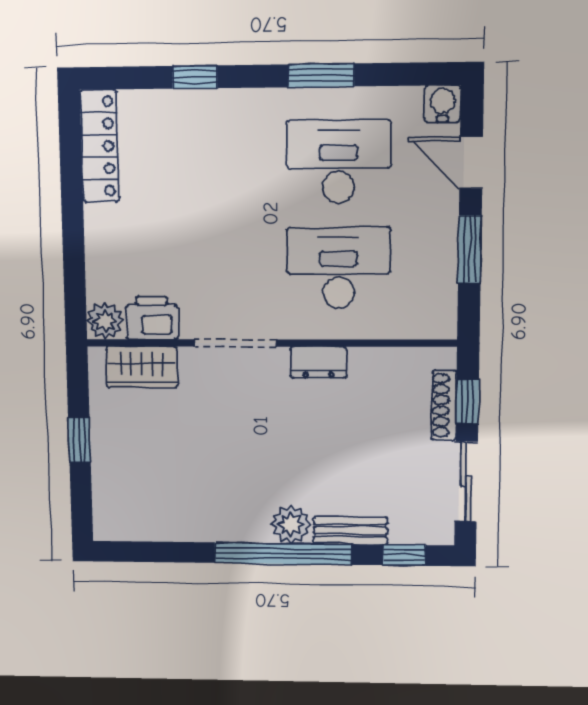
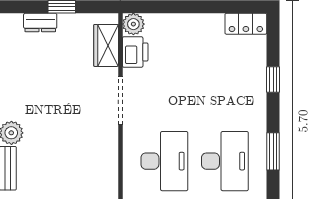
locker: (100, 146) -> (246, 24), width x0.66
dresser: (318, 362) -> (40, 23), moved, turned -90

